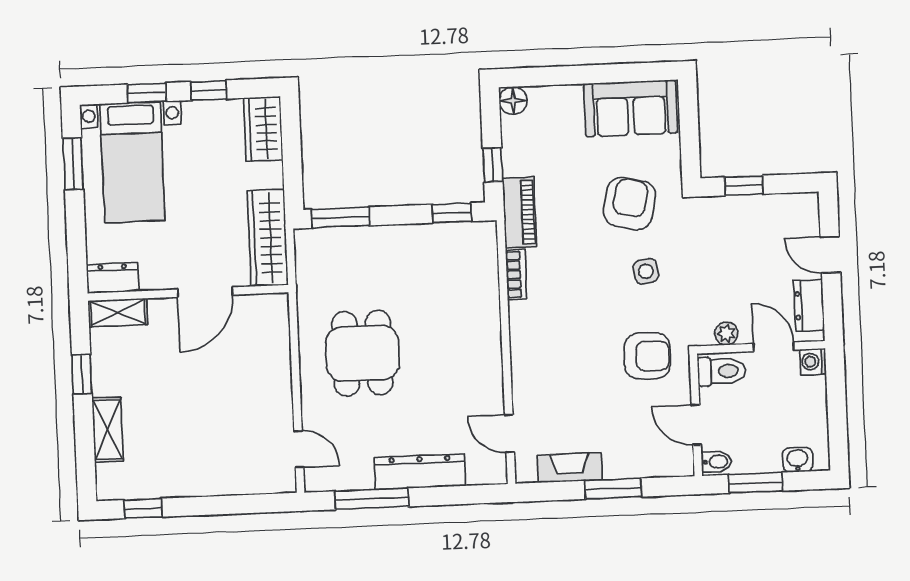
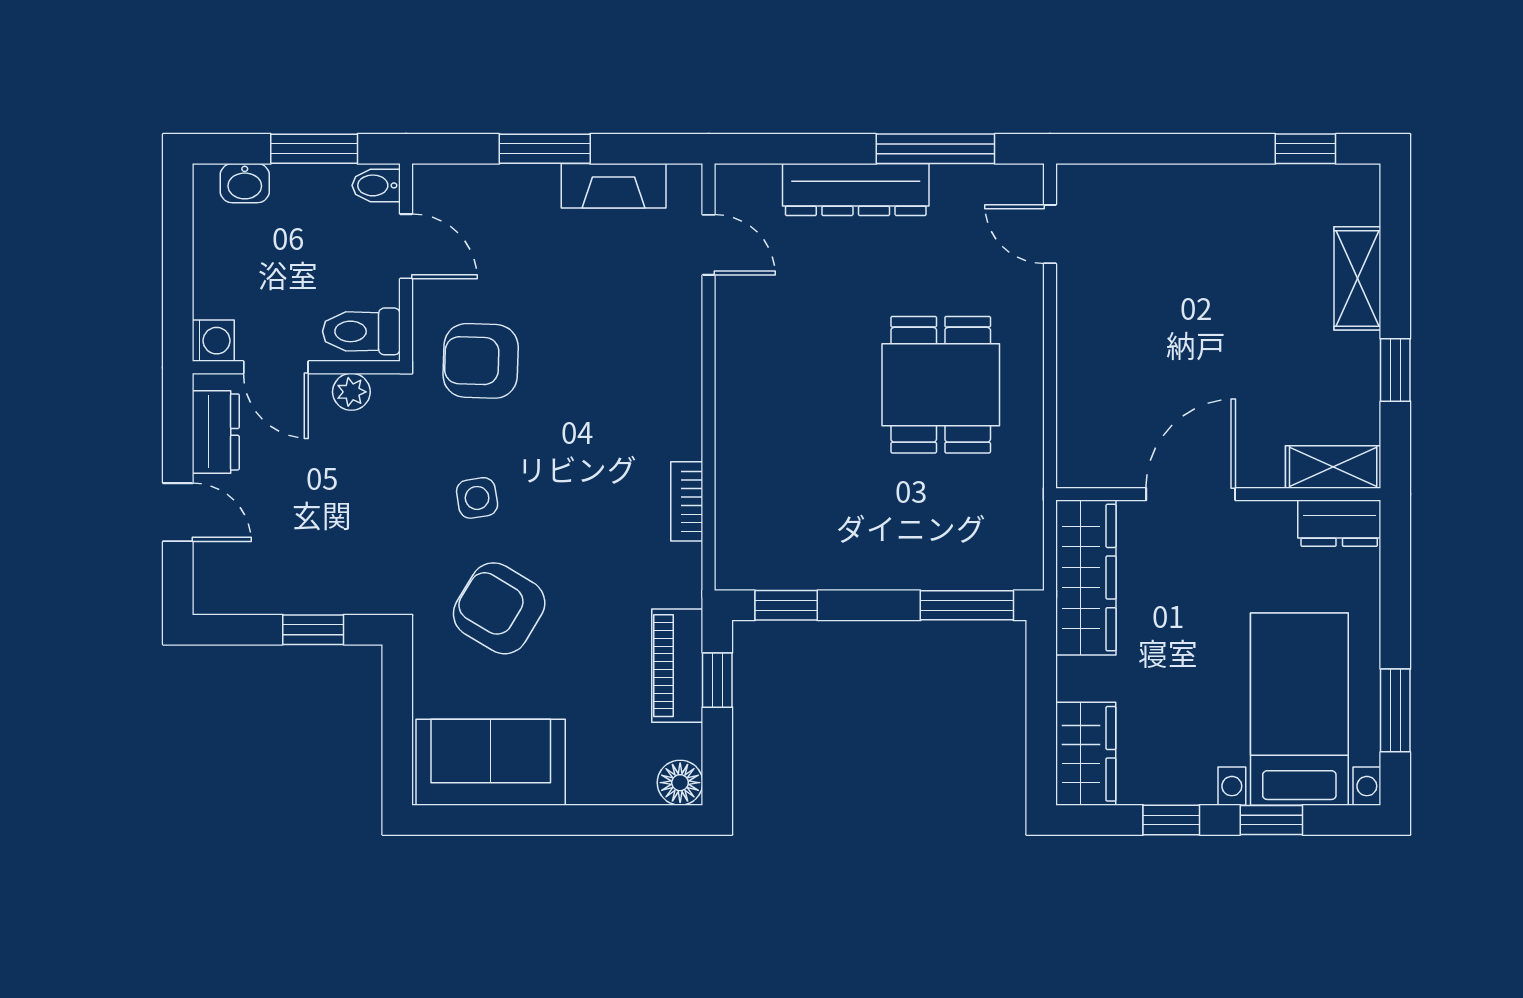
armchair: (629, 204) -> (499, 608), turned 108
piano: (519, 212) -> (677, 666), moved

